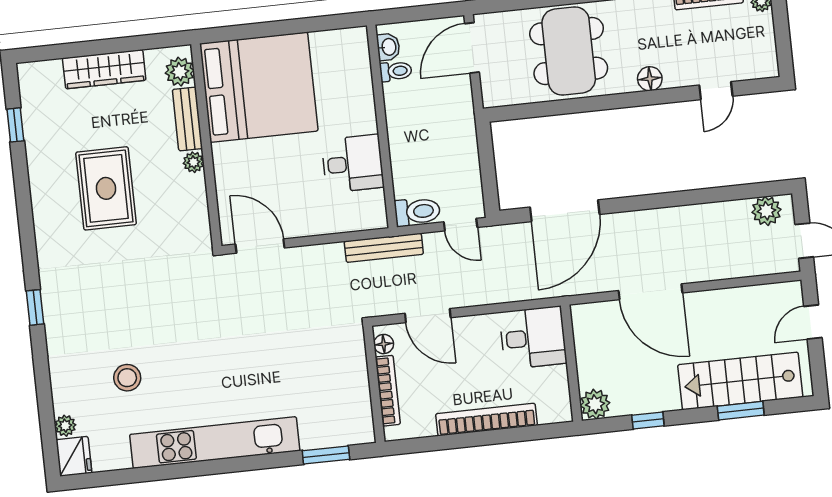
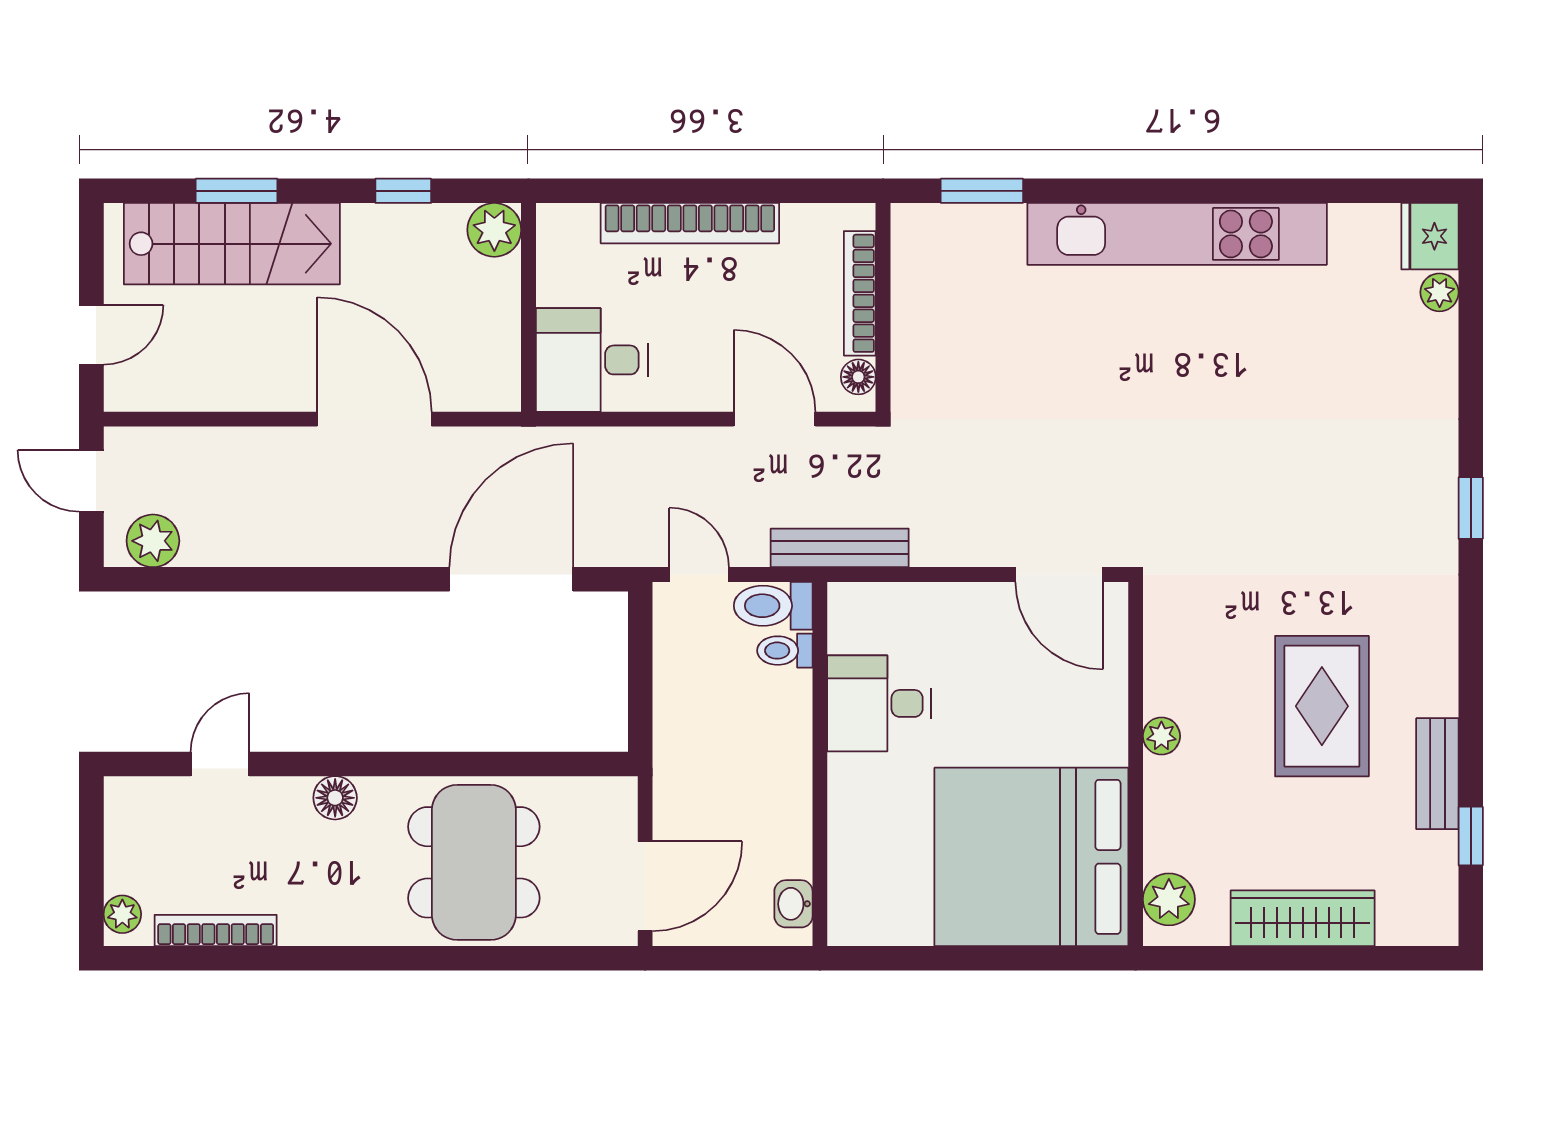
toilet: (396, 71) -> (785, 651), moved
bench: (187, 119) -> (1437, 774), moved
stool: (127, 378) -> (1320, 366), removed

